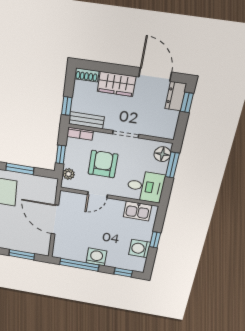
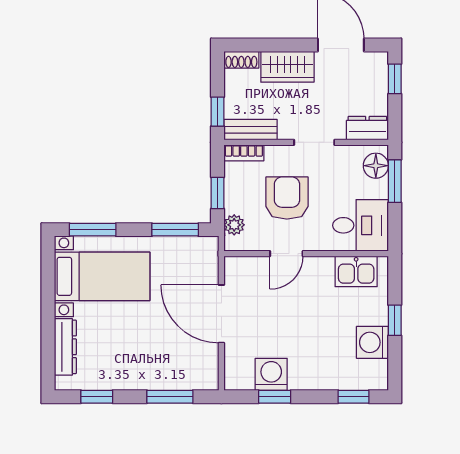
dresser: (176, 96) -> (367, 128), moved, turned 90
window: (20, 169) -> (175, 230), moved
washing machine: (96, 257) -> (271, 374), moved
window: (79, 265) -> (275, 397), width x0.46

